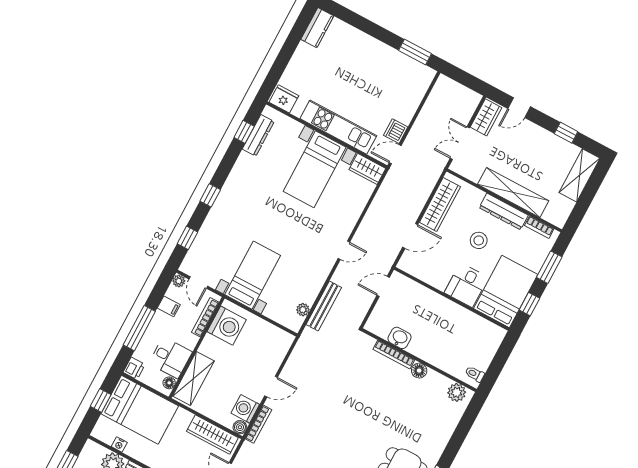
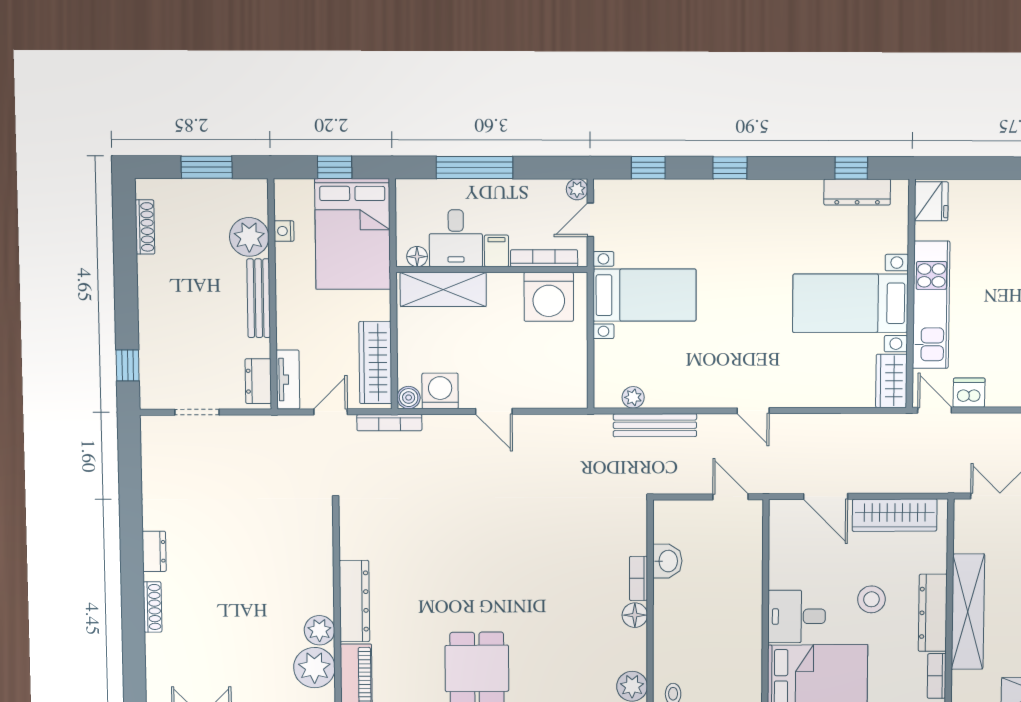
filing cabinet: (169, 306) -> (496, 251), moved, turned 180
bookcase: (394, 355) -> (638, 578), width x0.64
printer: (134, 368) -> (410, 192), removed
bookcase: (258, 424) -> (389, 423), moved

